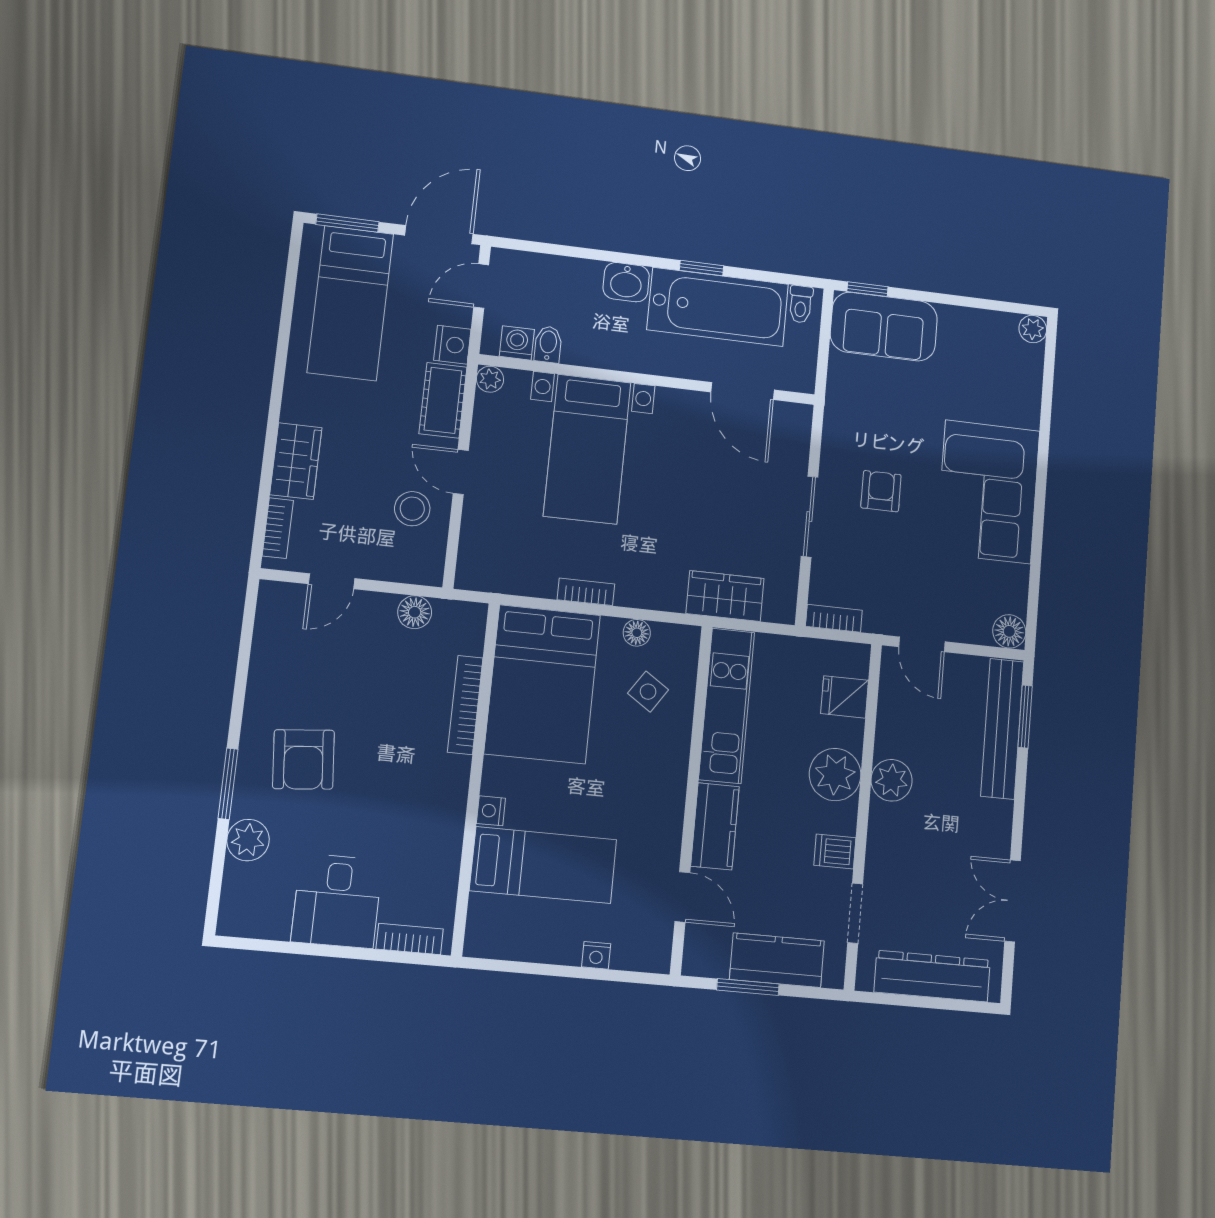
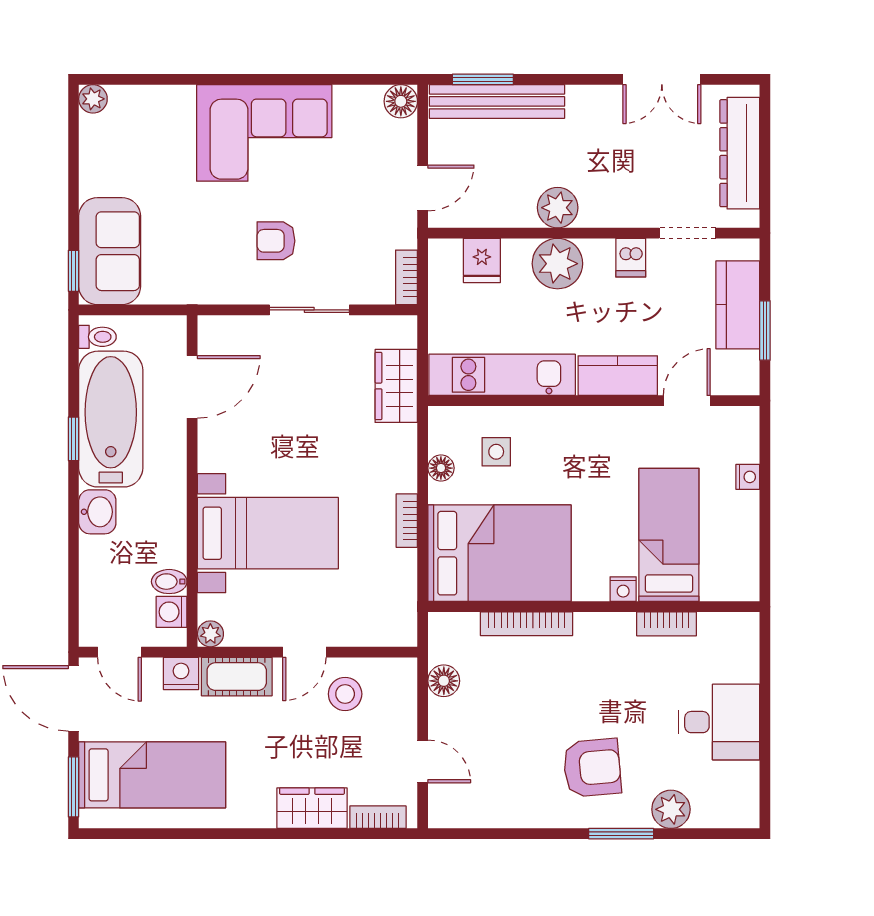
side table: (648, 692) -> (496, 452), turned -34
bookcase: (410, 939) -> (667, 624), moved, turned -90

